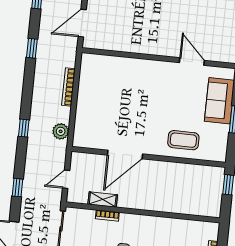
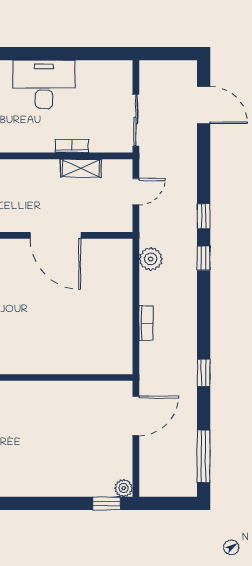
bookcase: (68, 87) -> (146, 323), width x0.64
door: (125, 154) -> (56, 235), swing flipped
window: (18, 188) -> (204, 216), moved

